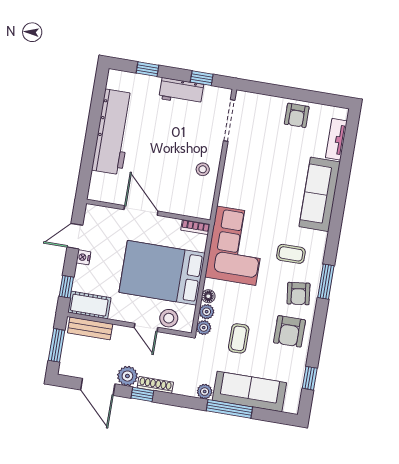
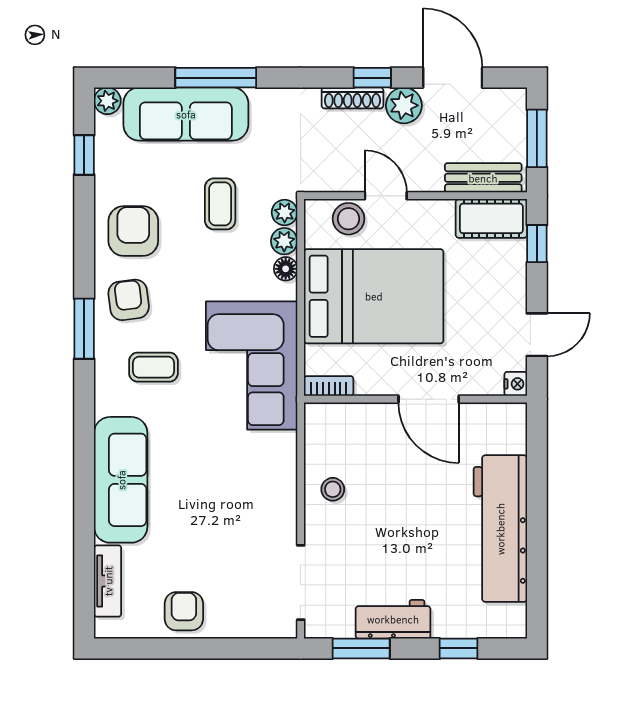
window: (202, 78) -> (361, 648), width x1.50
nightstand: (83, 257) -> (516, 384), moved
plant: (205, 392) -> (107, 101), moved

